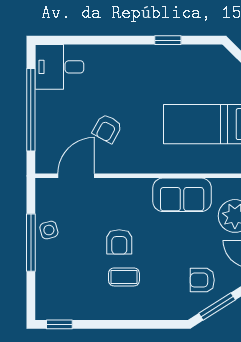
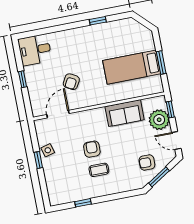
window: (31, 110) -> (23, 79), width x0.32
armchair: (119, 242) -> (92, 149), turned 180
window: (31, 243) -> (38, 160), width x0.46
window: (59, 324) -> (83, 203), moved

